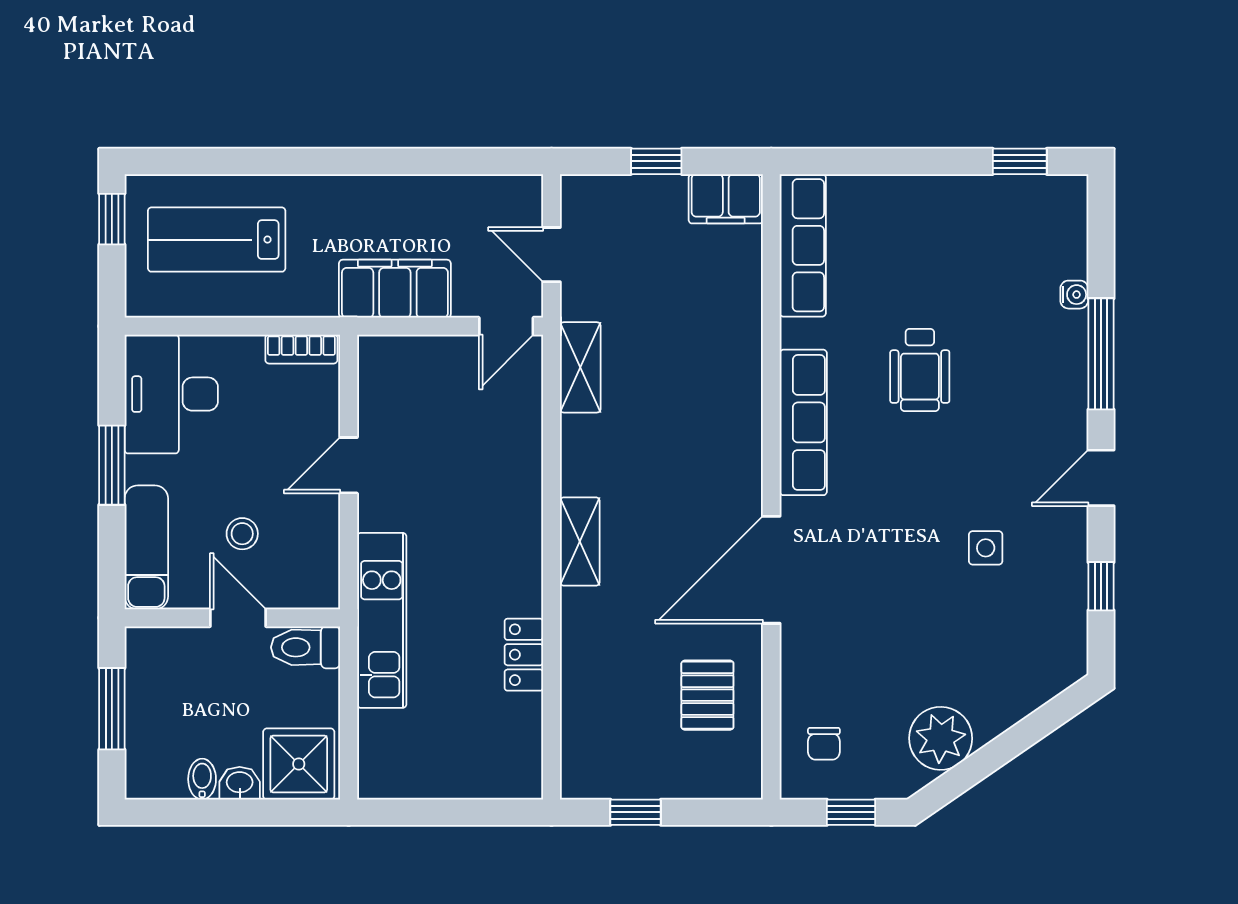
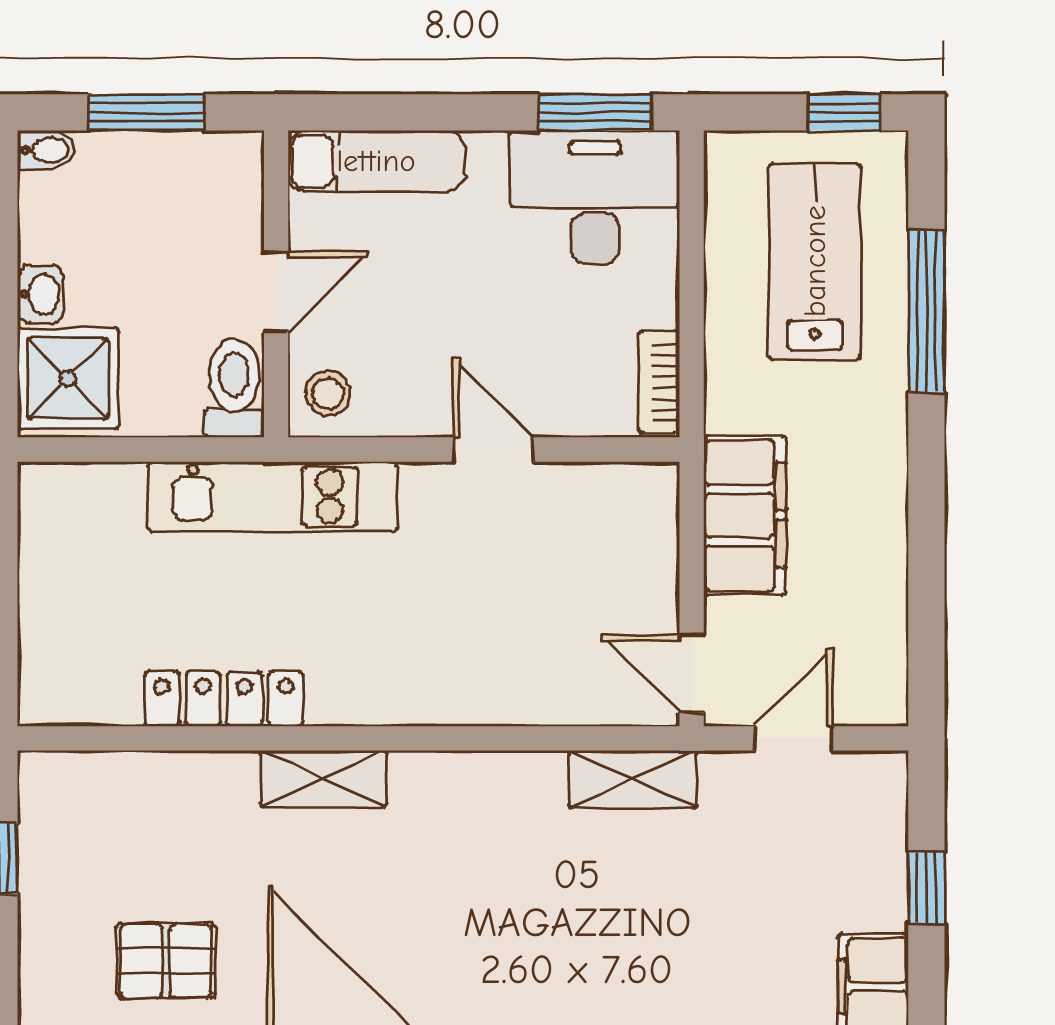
window: (252, 161) -> (926, 312), added
window: (112, 465) -> (595, 112), moved
stool: (242, 534) -> (328, 393), moved
shelving: (580, 541) -> (324, 779), moved
locker: (524, 655) -> (224, 699), width x1.53
bidet: (202, 779) -> (46, 150), moved

